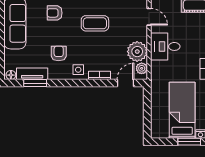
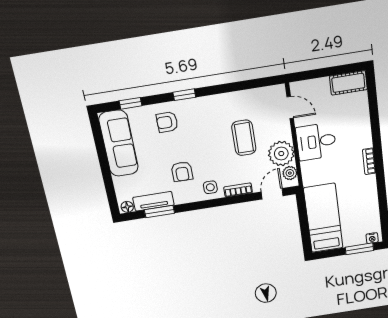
coffee table: (95, 23) -> (244, 138), moved, turned 90
armchair: (59, 53) -> (182, 172), turned 180
bed: (182, 110) -> (323, 218), moved

